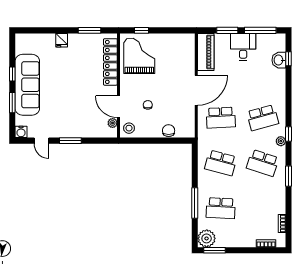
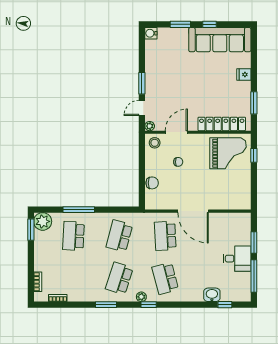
piano: (206, 52) -> (232, 221), removed
washbasin: (279, 60) -> (212, 295), moved
sofa: (27, 85) -> (220, 40), moved
plant: (113, 123) -> (150, 126), moved
door: (41, 141) -> (142, 108), moved

